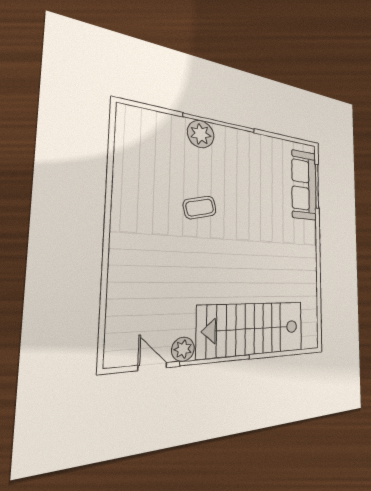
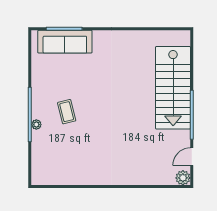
plant: (201, 134) -> (36, 125), width x0.53, depth x0.53
coffee table: (200, 208) -> (67, 112), moved
plant: (183, 349) -> (183, 178), moved

